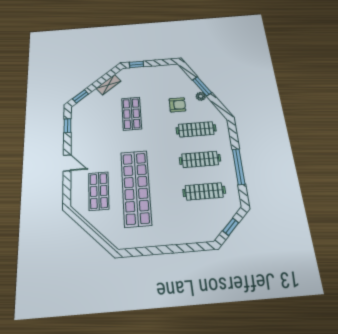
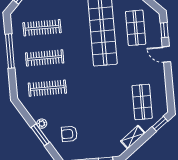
armchair: (177, 105) -> (69, 134), moved
shop shelf: (132, 114) -> (142, 102), moved
window: (67, 126) -> (164, 30), moved

